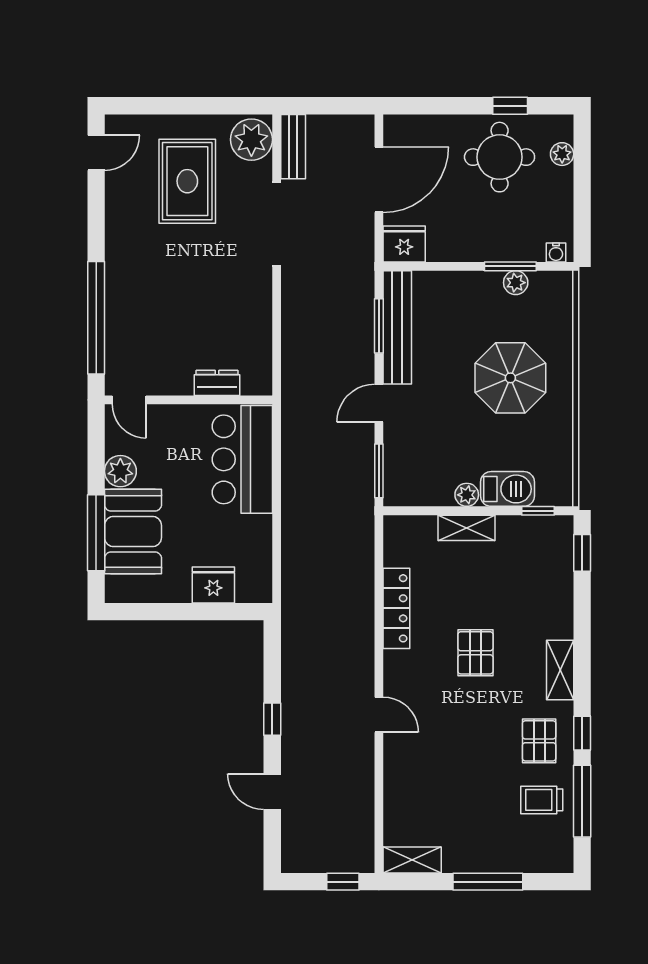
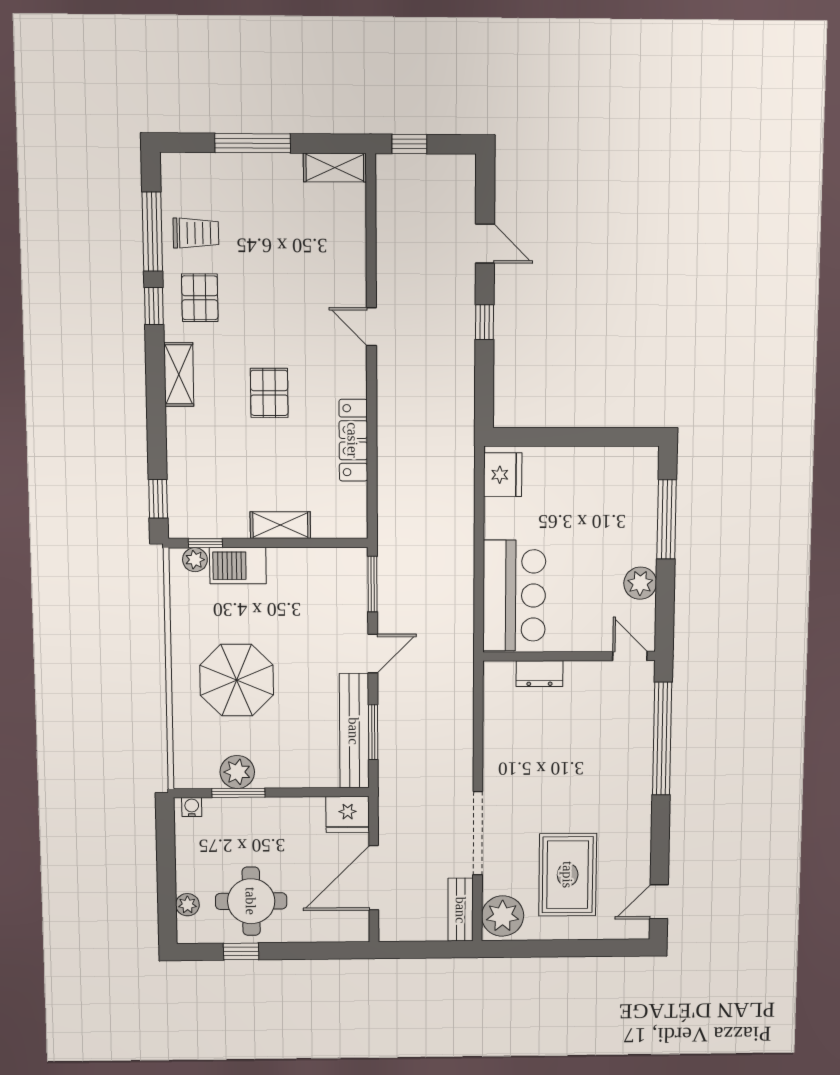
plant: (516, 283) -> (237, 772), width x1.38, depth x1.38
plant: (467, 495) -> (195, 560), moved
booth: (133, 532) -> (628, 521), removed
fridge: (213, 585) -> (503, 475), moved, turned -90

